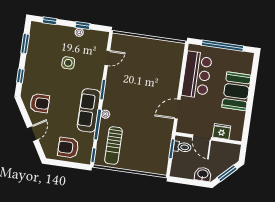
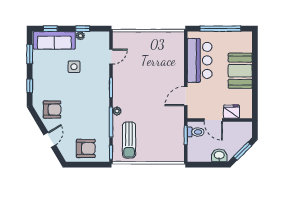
sofa: (89, 110) -> (54, 40), moved, turned -90
armchair: (68, 148) -> (86, 148), turned 180

